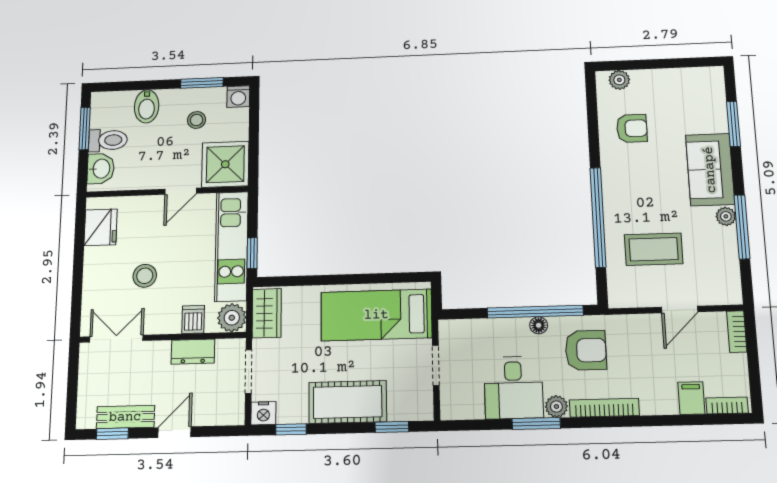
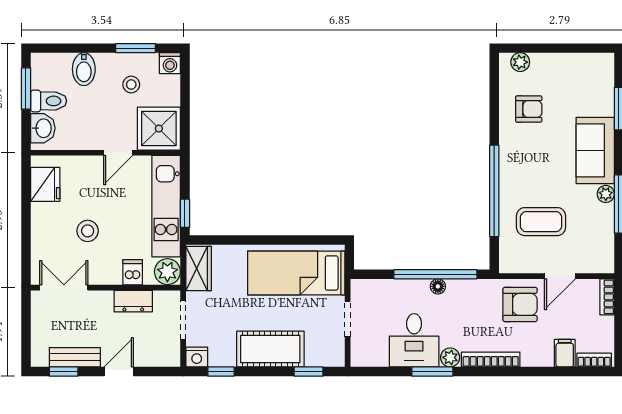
armchair: (586, 350) -> (520, 304), moved

